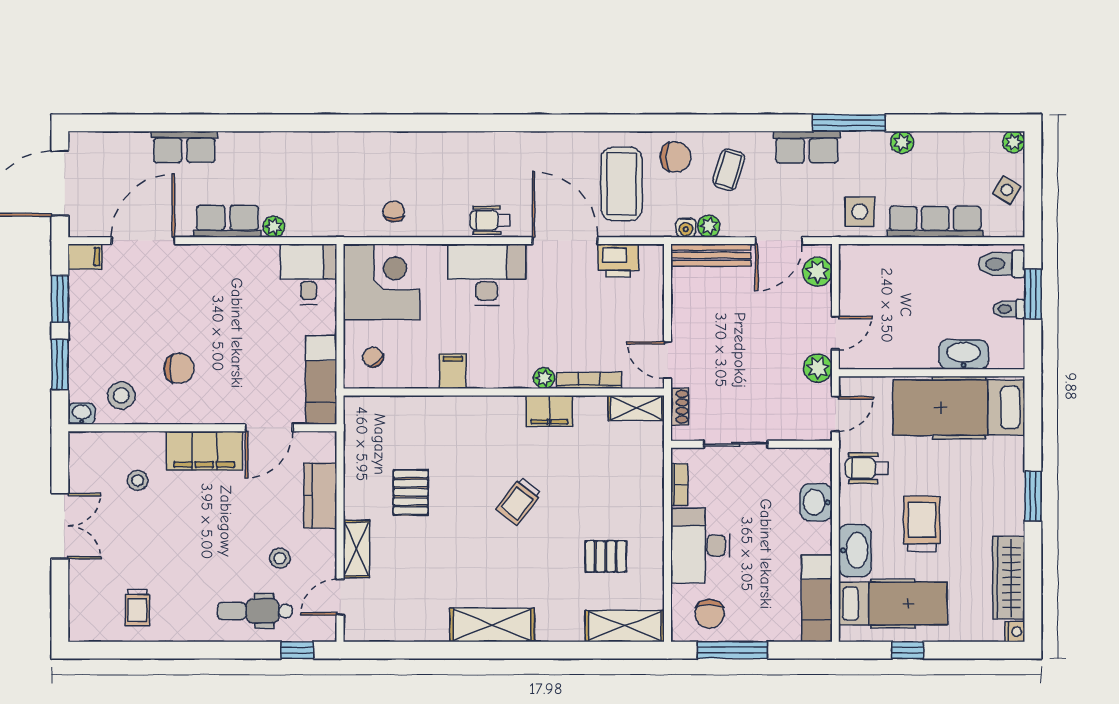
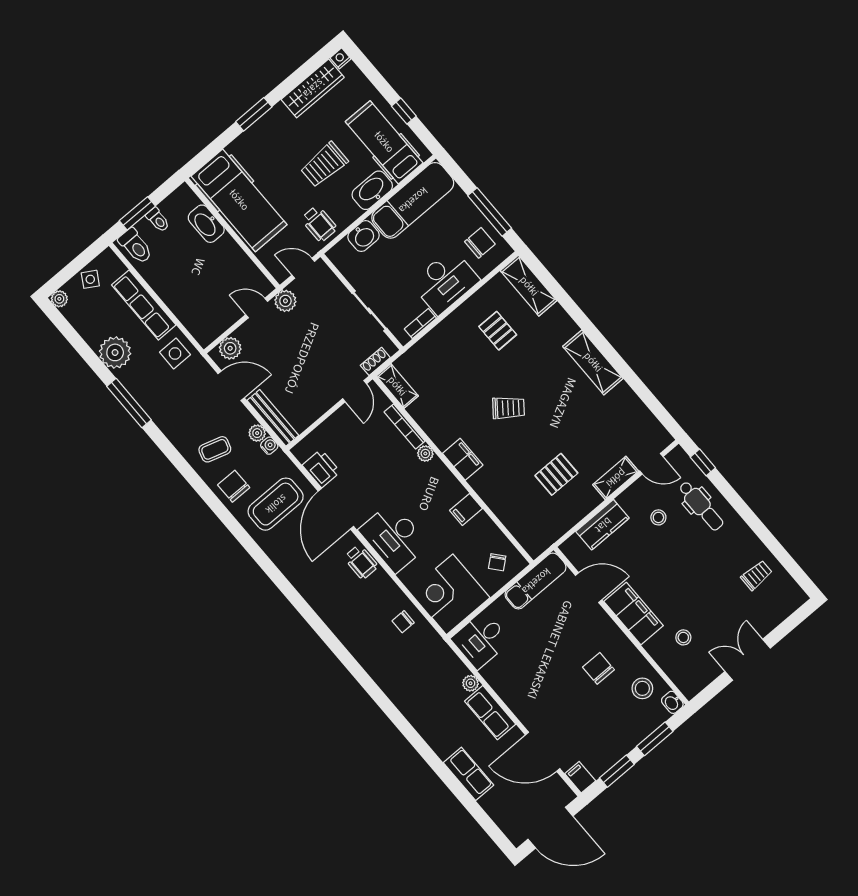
plant: (902, 142) -> (115, 352), width x1.87, depth x1.87
row of seats: (807, 147) -> (164, 416), removed
filing cabinet: (549, 411) -> (463, 459), moved
exam couch: (817, 598) -> (413, 200), width x1.36, depth x1.45

